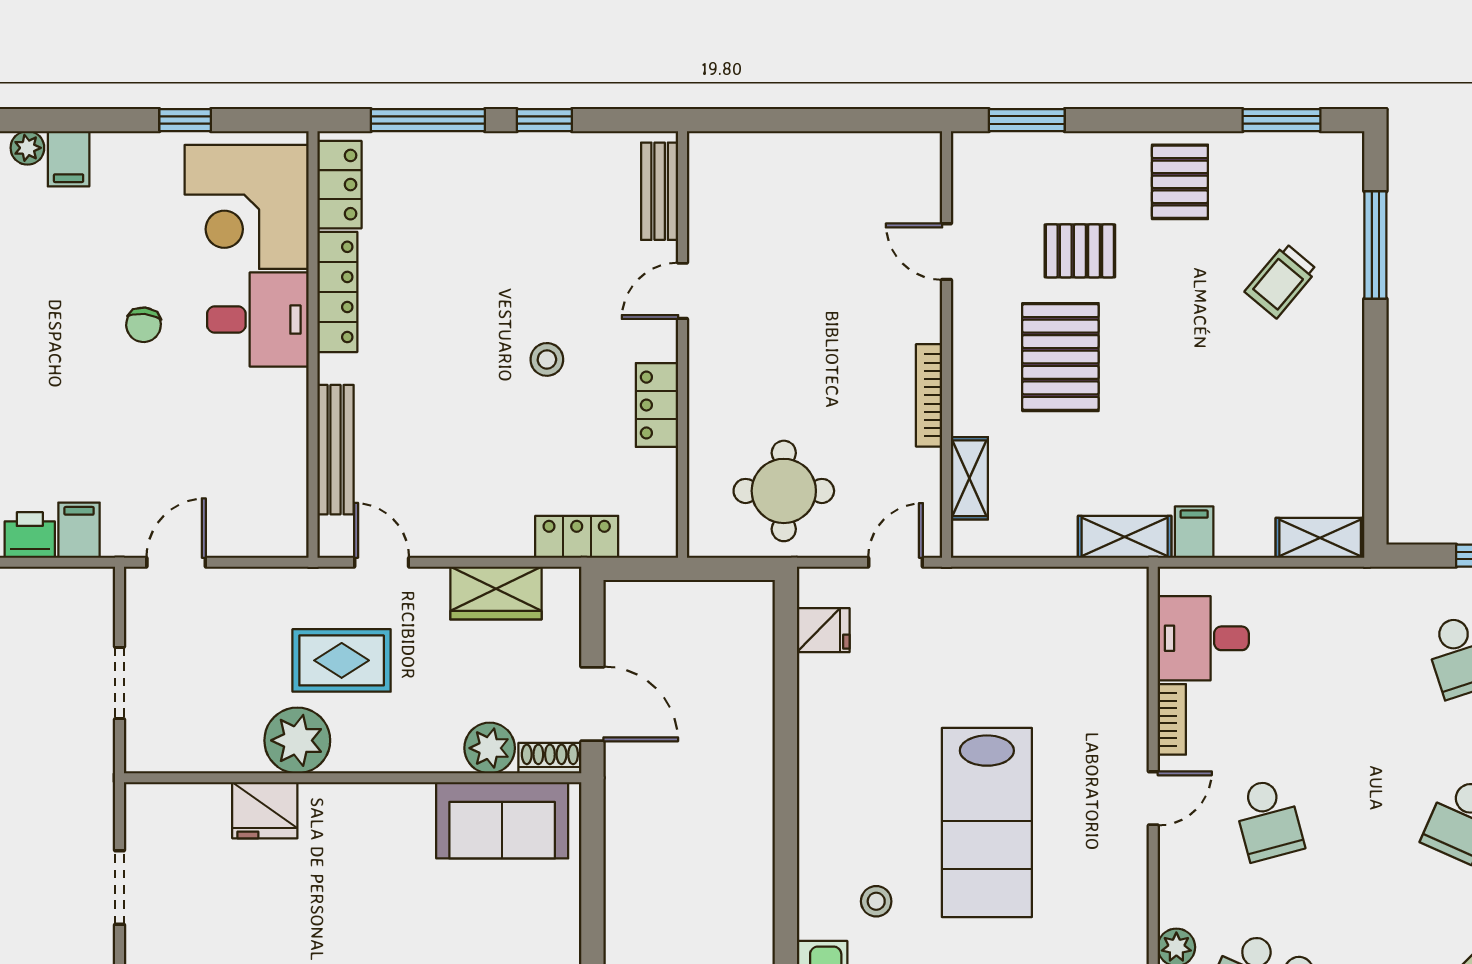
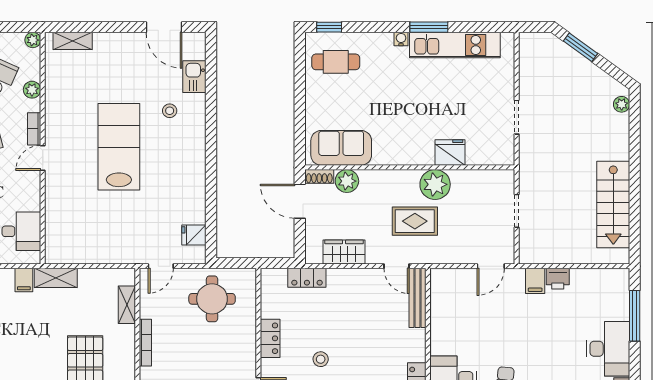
bench: (336, 450) -> (418, 298), moved
bookcase: (1172, 719) -> (34, 129), moved

